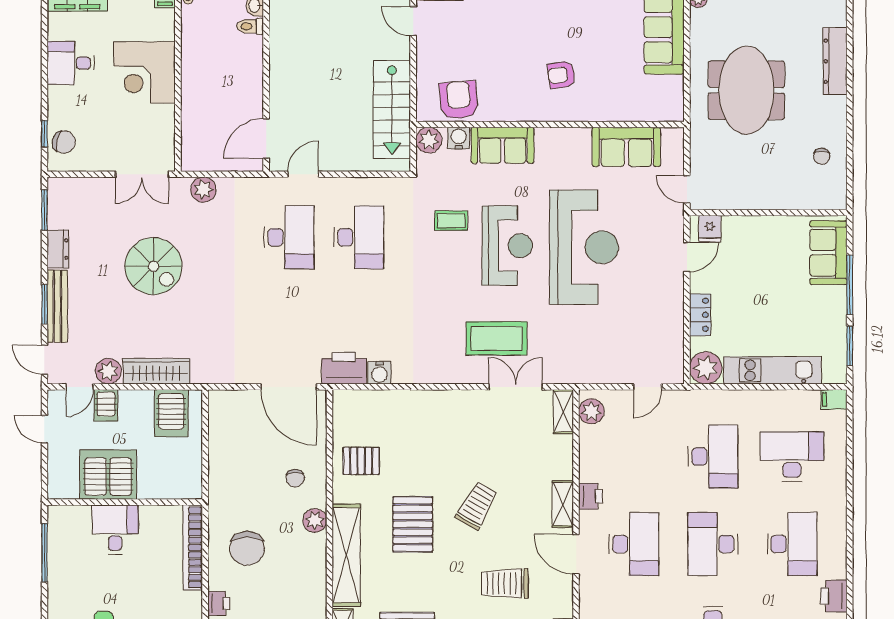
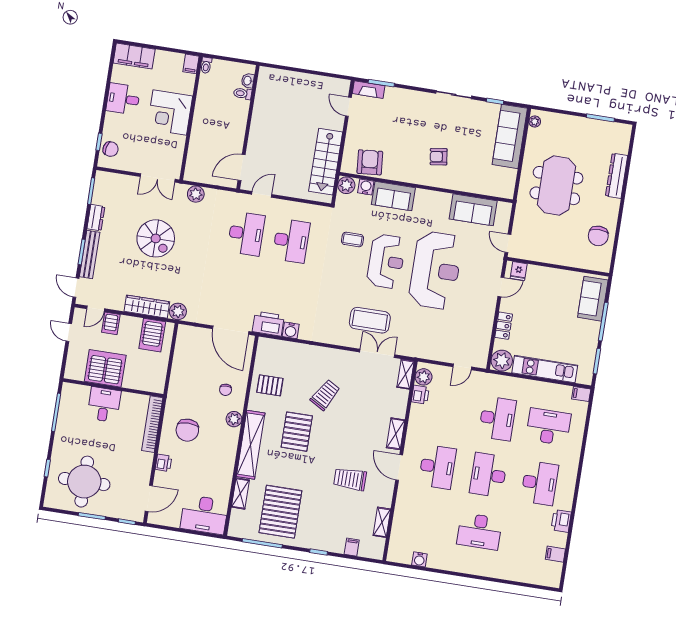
chair: (822, 156) -> (598, 236), width x1.87, depth x1.87
plant: (108, 371) -> (178, 311), moved
printer: (591, 496) -> (420, 395), moved
trolley: (477, 506) -> (325, 395), moved

